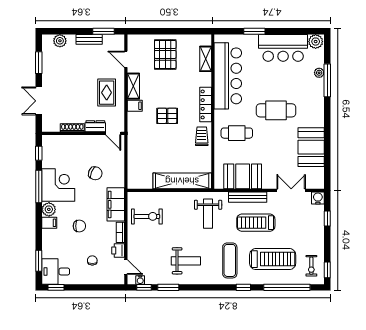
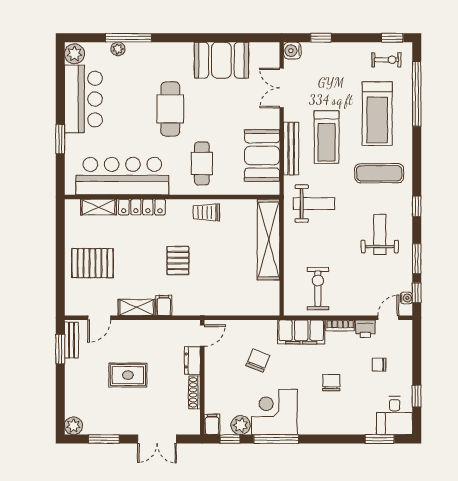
bench: (89, 39) -> (71, 340), moved
plant: (60, 41) -> (73, 426), moved
rug: (107, 93) -> (128, 375), moved
locker: (206, 104) -> (142, 207), moved
plant: (49, 209) -> (241, 425), moved
filing cabinet: (49, 223) -> (212, 424), moved
treadmill: (273, 259) -> (377, 114), turned 180
window: (56, 287) -> (417, 396), moved
window: (243, 287) -> (417, 206), moved

